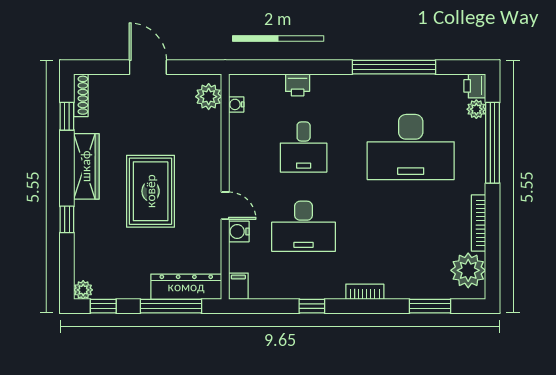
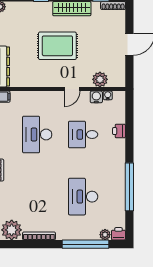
plant: (209, 97) -> (100, 79), moved
desk: (411, 147) -> (83, 197), width x0.73, depth x0.77
door: (225, 206) -> (72, 89), moved
water cooler: (239, 231) -> (96, 97), moved

